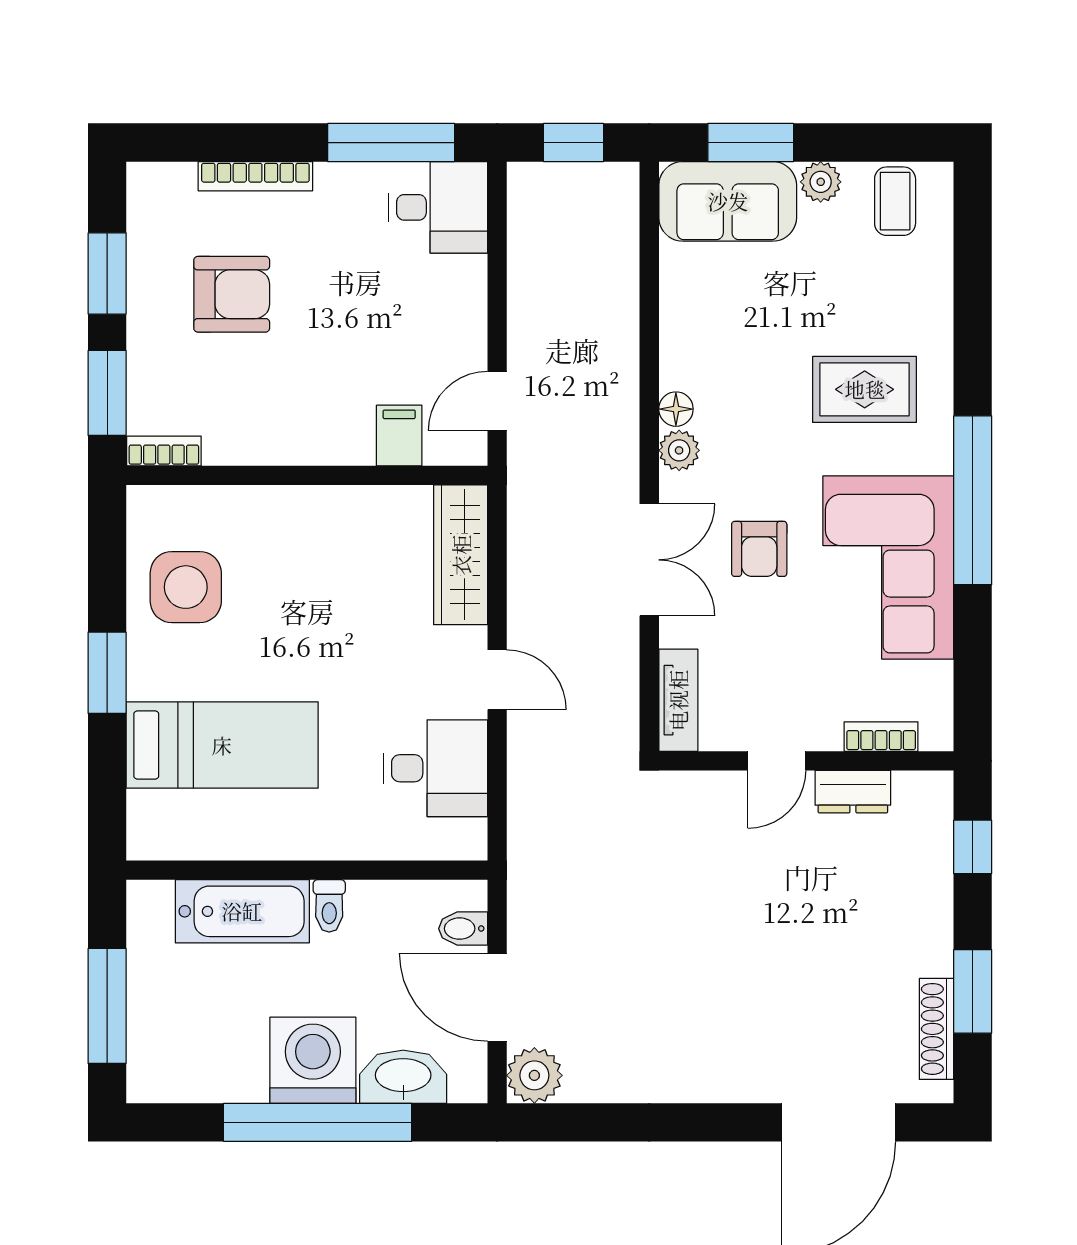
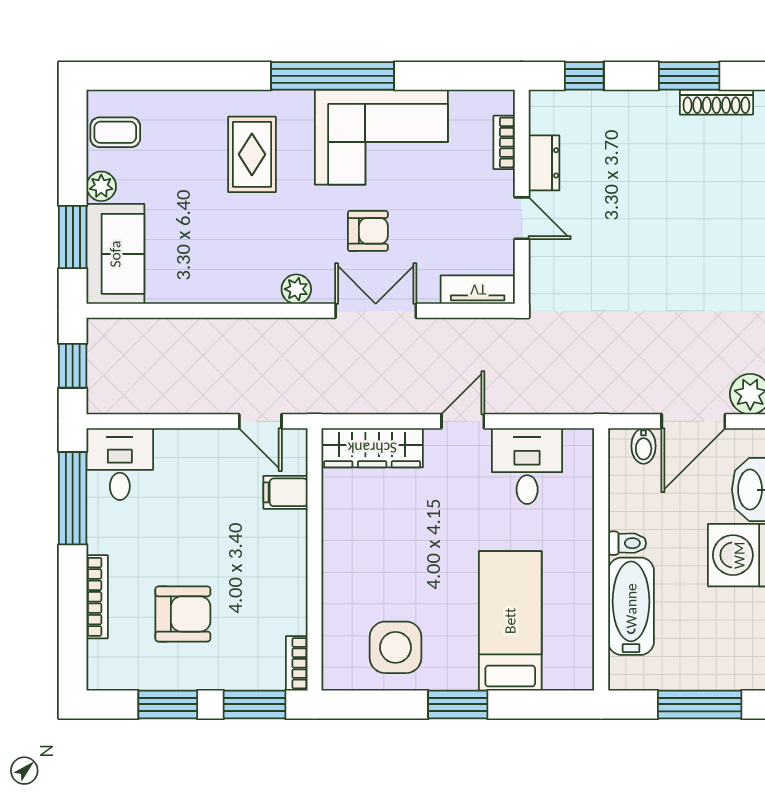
armchair: (232, 294) -> (183, 614), turned 90
floor lamp: (676, 409) -> (266, 291), removed

